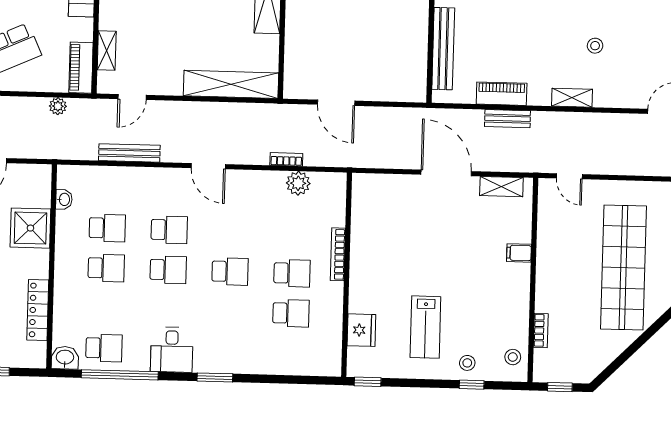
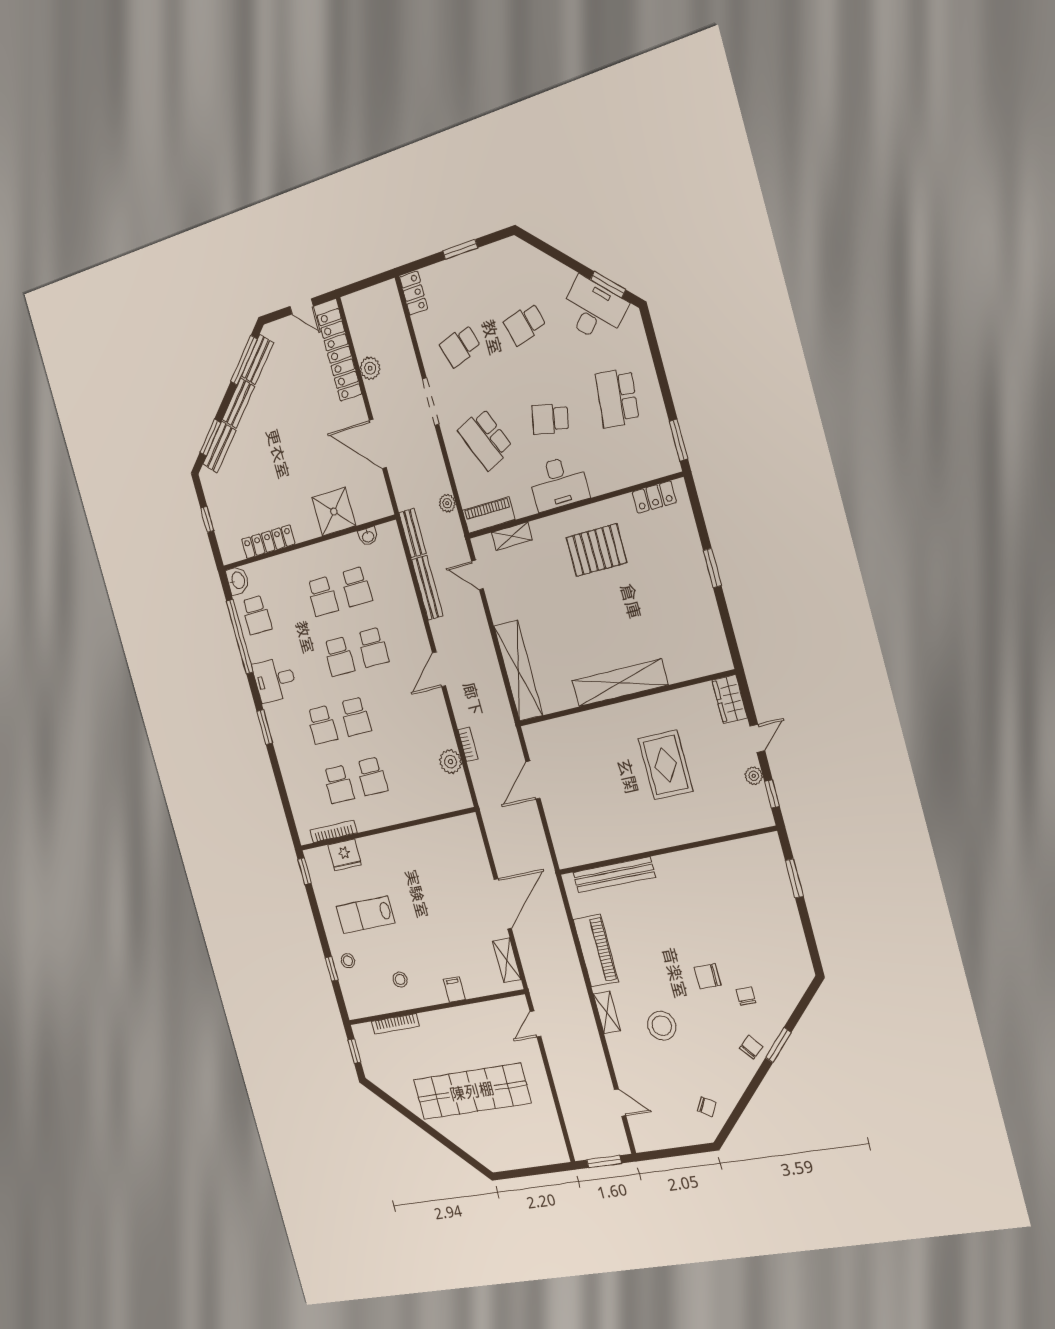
stool: (595, 46) -> (662, 1026), width x1.89, depth x1.89
piano: (502, 94) -> (596, 951), width x1.37, depth x1.33
bench: (507, 119) -> (413, 533), moved
bookcase: (338, 254) -> (333, 832), moved
school desk: (229, 311) -> (322, 725), added
bookcase: (541, 330) -> (395, 1024), width x1.56
stool: (513, 357) -> (400, 980), moved

